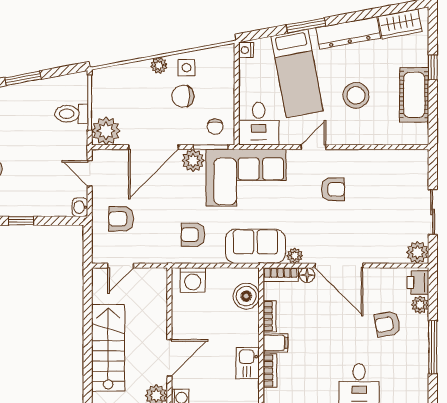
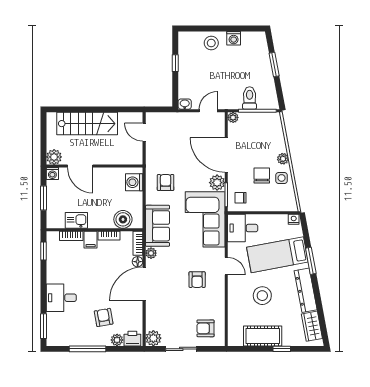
plant: (106, 131) -> (233, 117), width x0.53, depth x0.53
armchair: (121, 219) -> (205, 328), moved, turned -90

